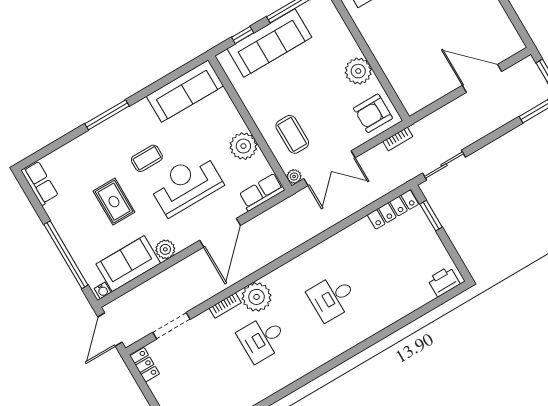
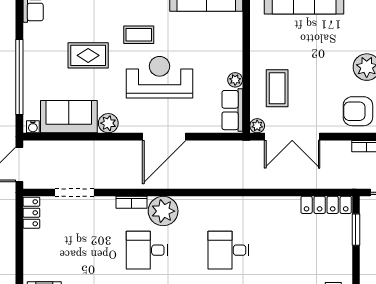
plant: (243, 146) -> (235, 80), width x0.53, depth x0.53
row of seats: (262, 192) -> (232, 110), moved, turned -90
rug: (114, 202) -> (88, 55), turned 90

